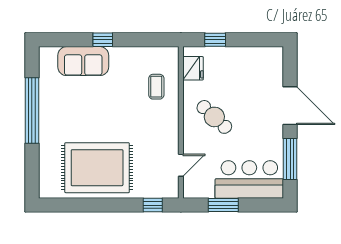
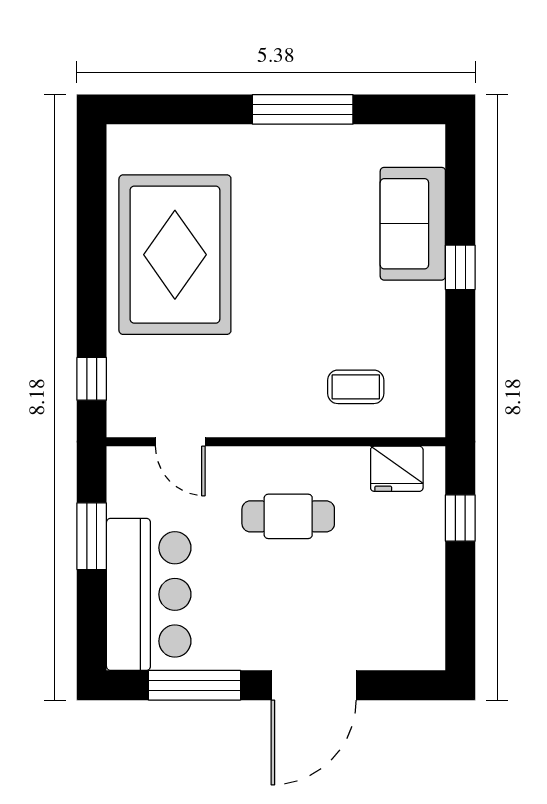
window: (32, 110) -> (303, 109), width x0.68
cafe table: (214, 117) -> (288, 516), turned 47

